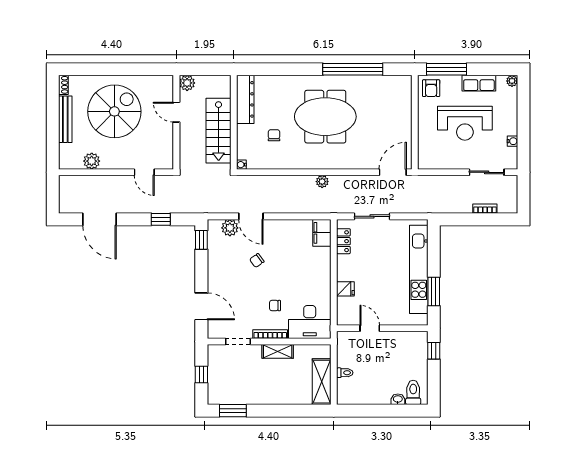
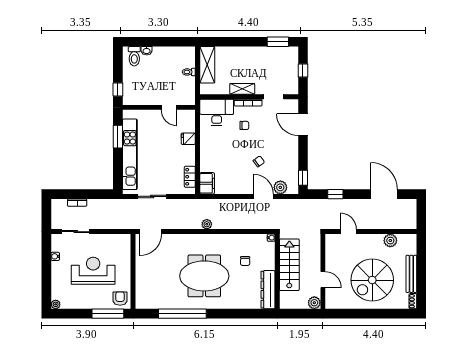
row of seats: (479, 83) -> (82, 303), removed
sliding door: (372, 216) -> (152, 196), moved

